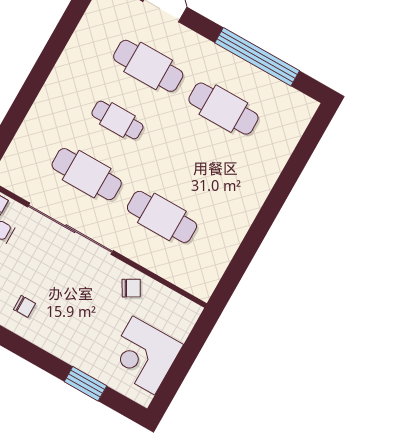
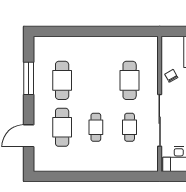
window: (257, 57) -> (29, 78), width x0.68
cafe table: (87, 174) -> (130, 127), width x0.73, depth x0.74

